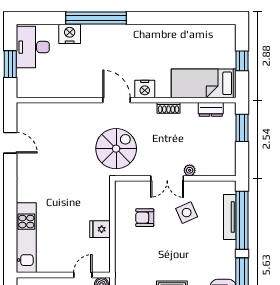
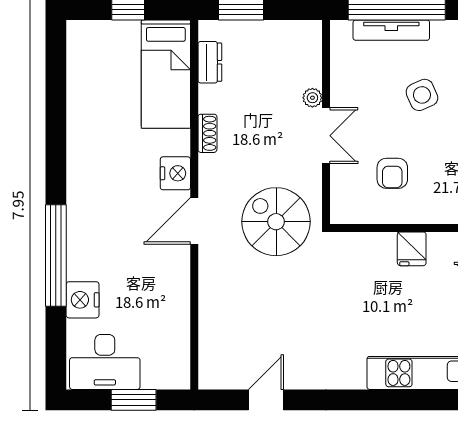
side table: (187, 213) -> (422, 95), moved

